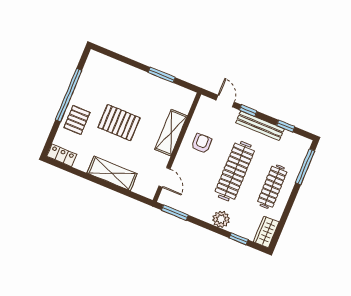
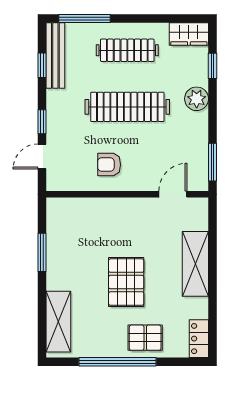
bench: (260, 126) -> (55, 56), moved
shelving: (171, 133) -> (58, 322), moved, turned 90

